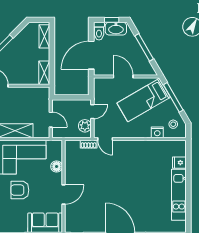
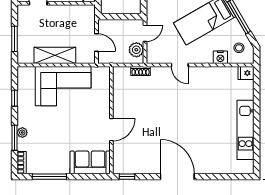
door: (105, 139) -> (180, 65), moved
fridge: (179, 163) -> (246, 73), moved
floor lamp: (57, 167) -> (103, 97), removed
armchair: (20, 190) -> (61, 124), removed

